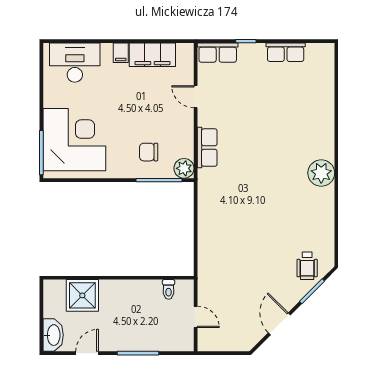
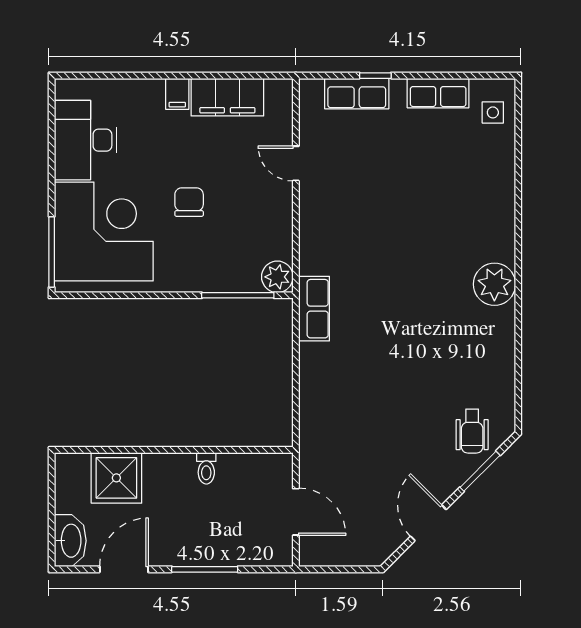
row of seats: (218, 53) -> (357, 94), moved
desk: (75, 63) -> (86, 140), moved, turned -90
side table: (320, 65) -> (493, 112), added
row of seats: (207, 148) -> (314, 309), moved
chair: (149, 152) -> (189, 202), moved, turned 90
toilet: (169, 289) -> (206, 468), moved
door: (196, 317) -> (296, 512), width x1.38
door: (87, 353) -> (124, 569), width x1.37

